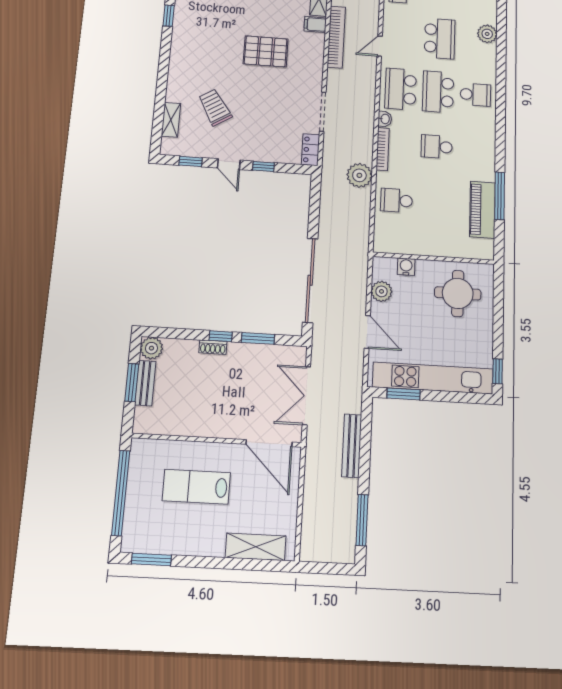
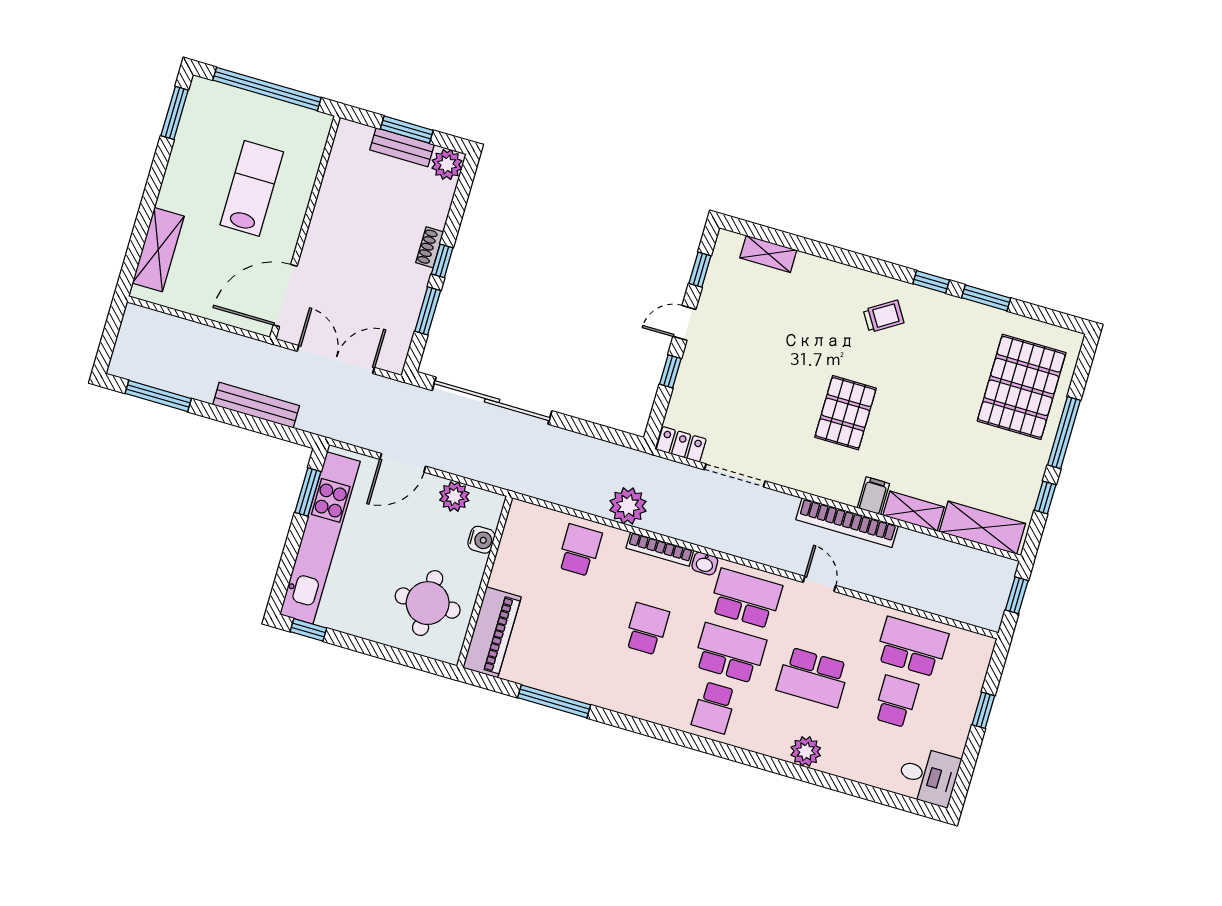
trolley: (215, 107) -> (884, 316), moved, width x0.73, depth x0.72
piano: (483, 210) -> (492, 632), moved, turned 90

